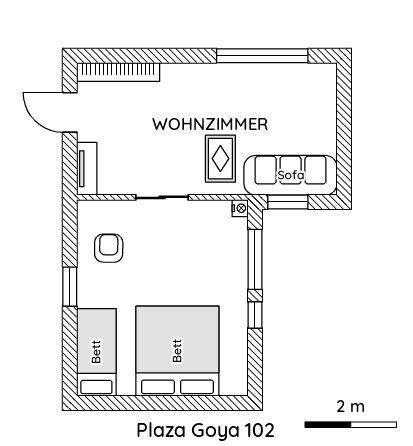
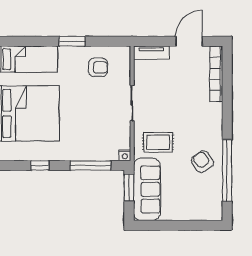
armchair: (249, 92) -> (202, 162), added
window: (255, 315) -> (40, 165), moved

